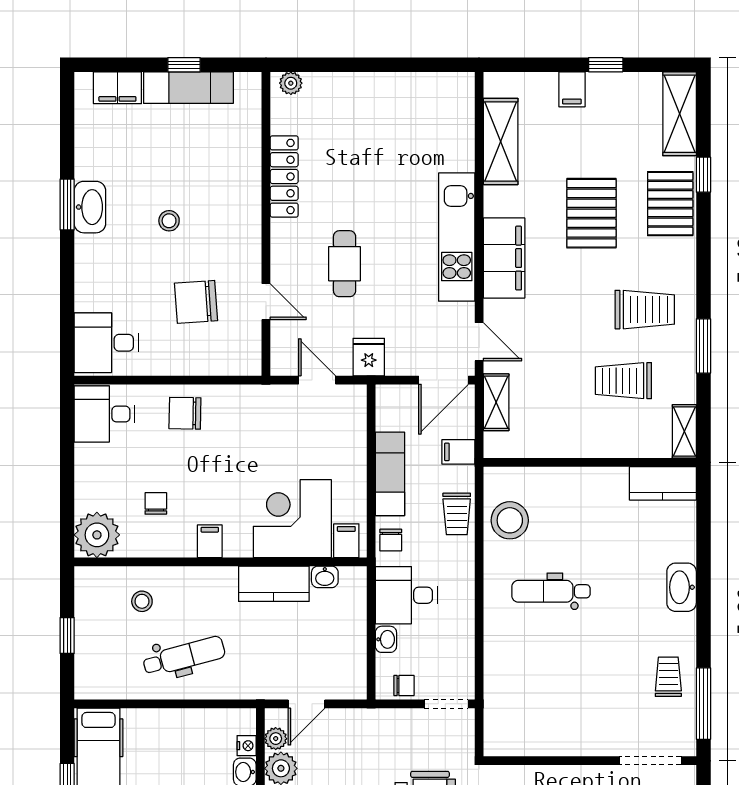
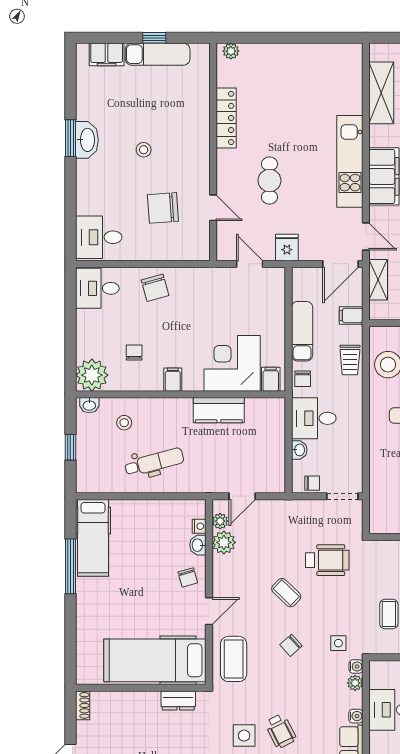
chair: (185, 413) -> (155, 288), turned -106
washbasin: (325, 577) -> (89, 405), moved

